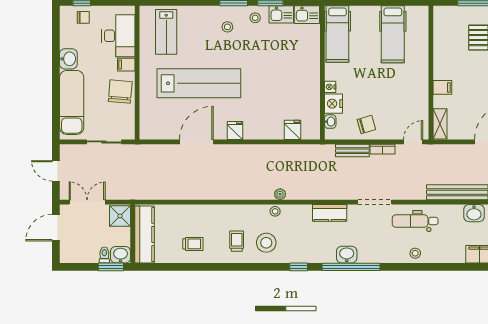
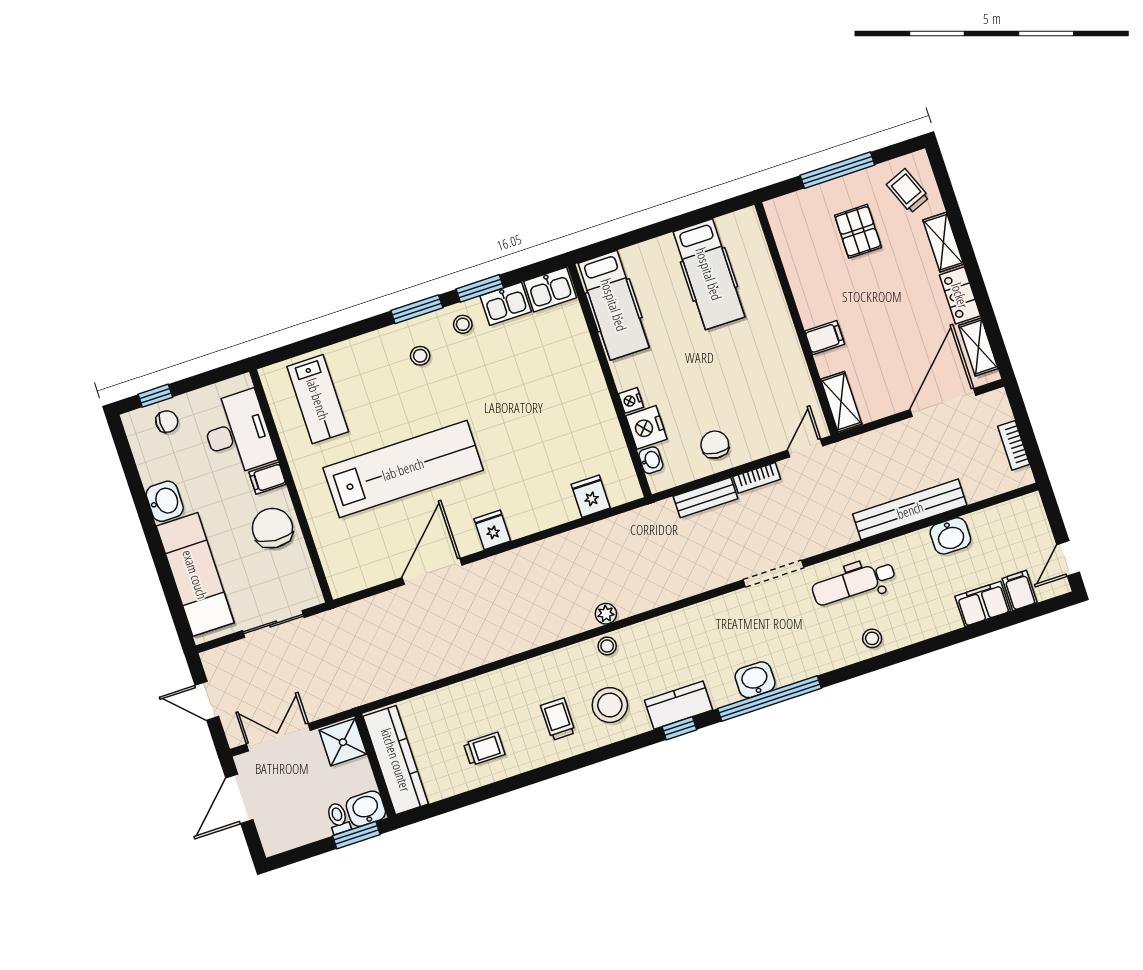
chair: (366, 124) -> (715, 445), turned -68
kitchen counter: (330, 213) -> (679, 705), moved, turned 180

